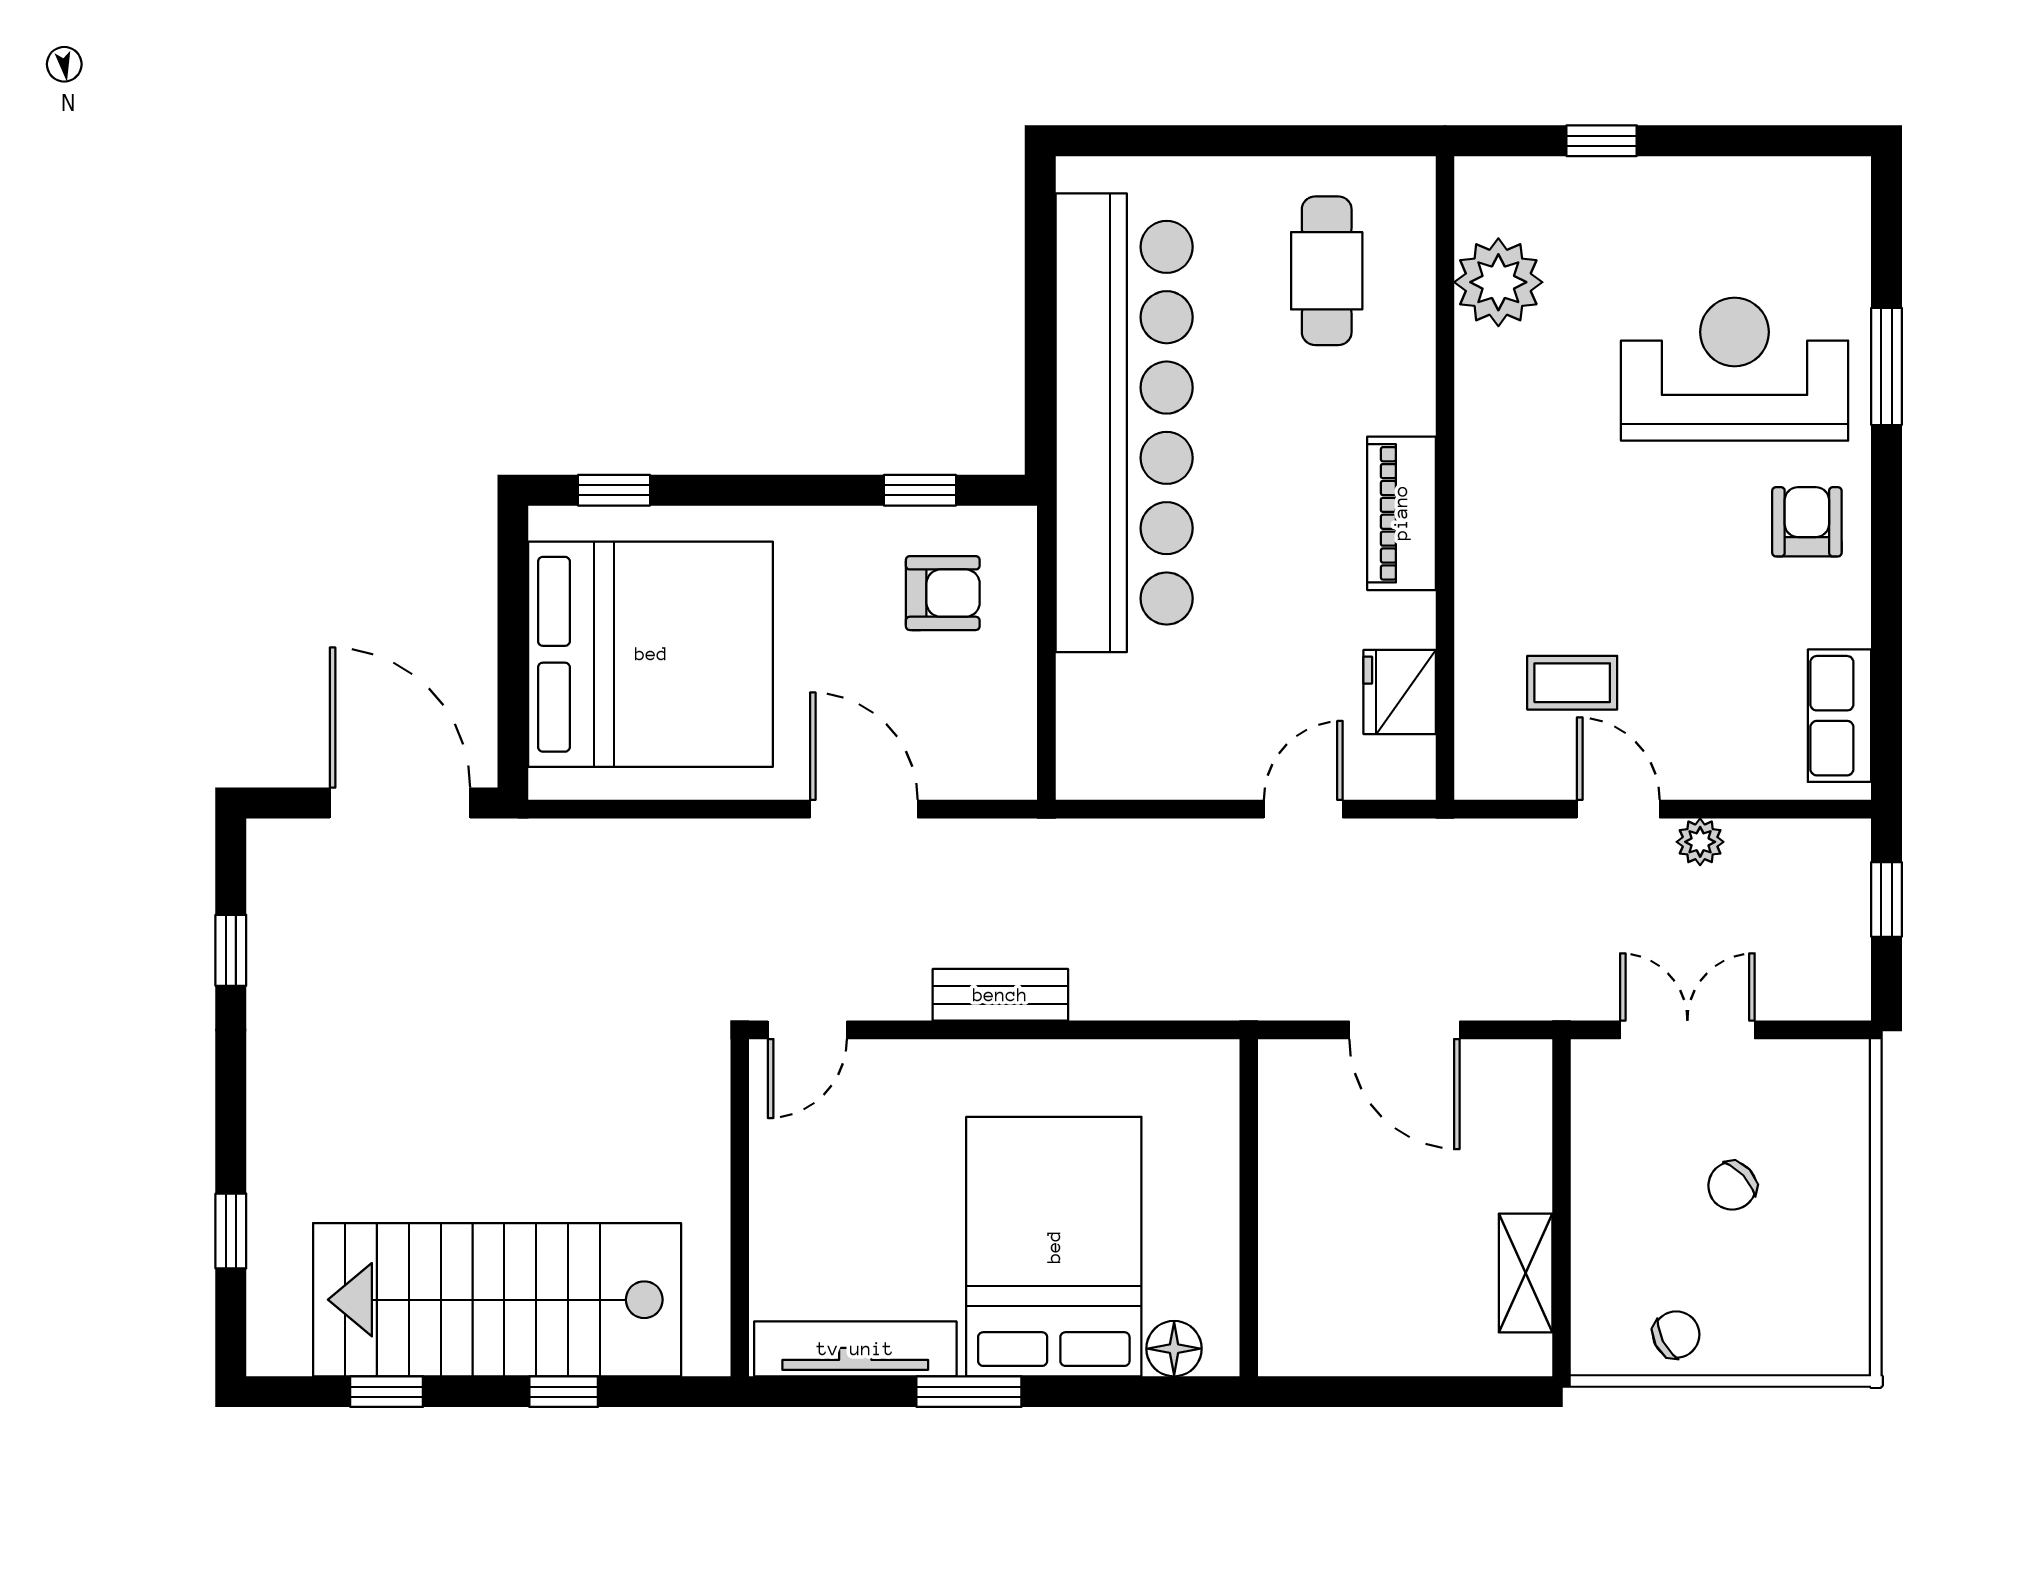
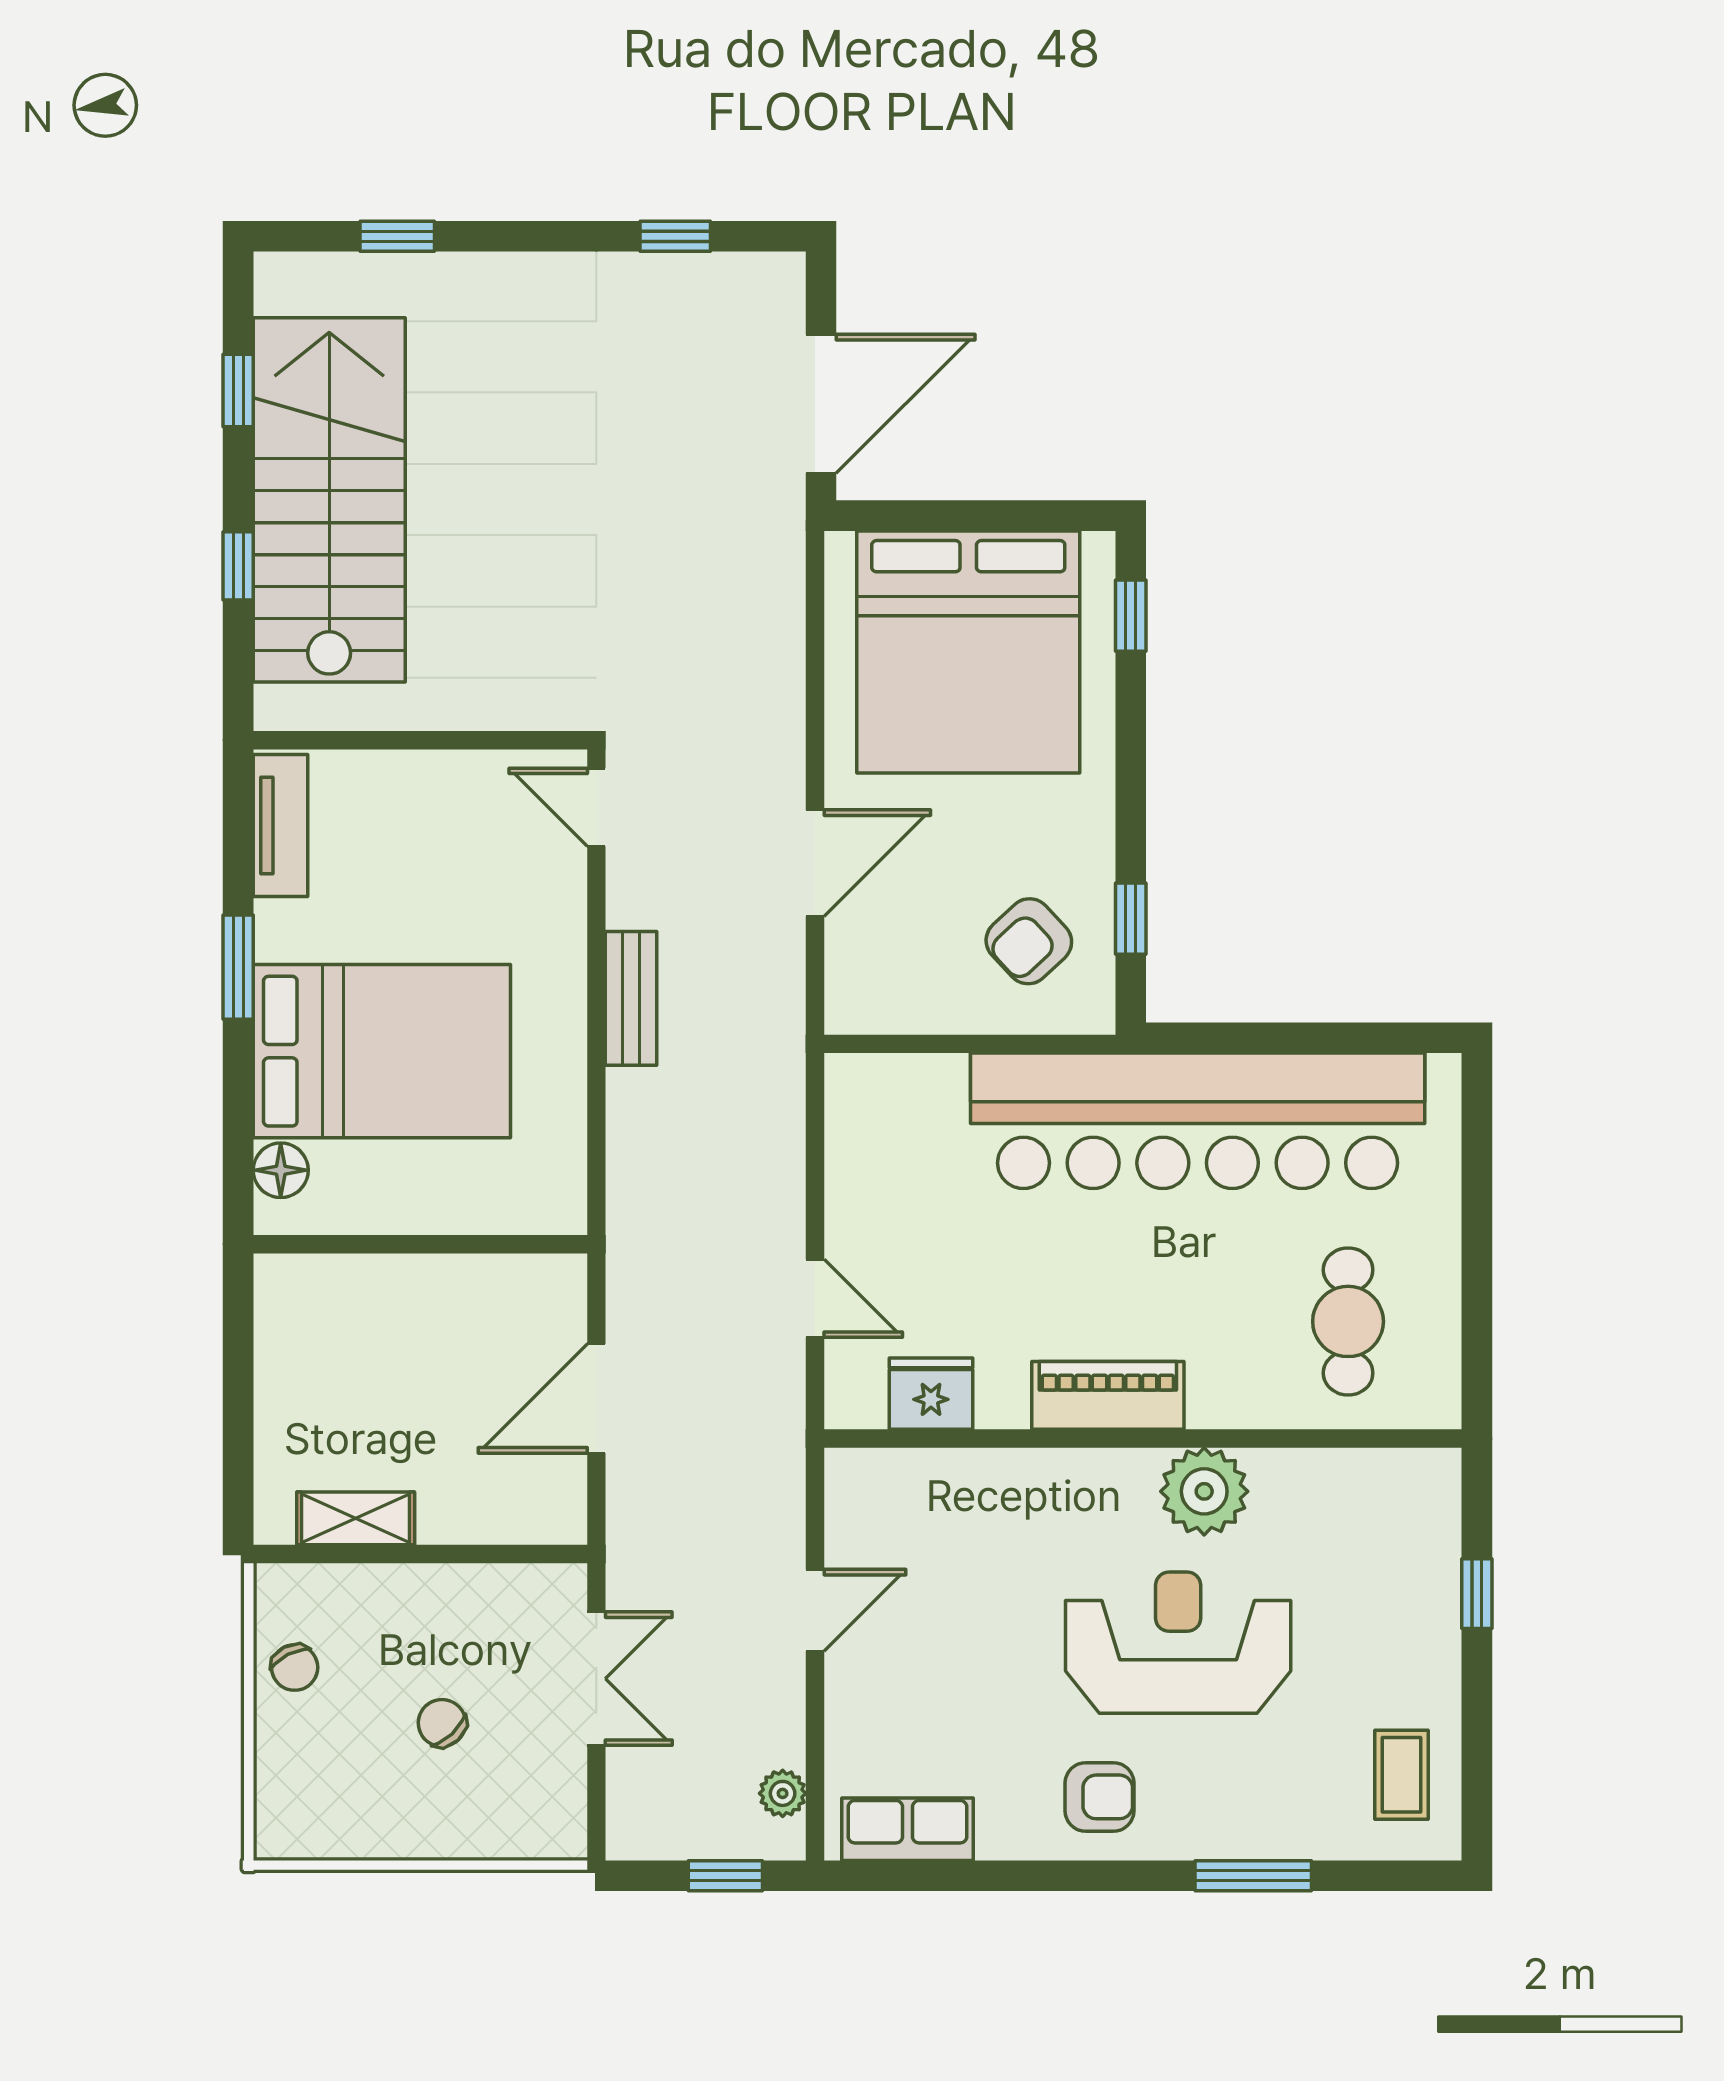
cafe table: (1327, 271) -> (1348, 1321), turned 90
plant: (1498, 282) -> (1204, 1491), moved
reception desk: (1735, 369) -> (1178, 1643), moved, turned -90
armchair: (943, 593) -> (1029, 941), turned 47
coffee table: (1572, 683) -> (1402, 1775), moved
plant: (1700, 842) -> (783, 1793), moved
tv unit: (855, 1349) -> (280, 826), width x0.71

